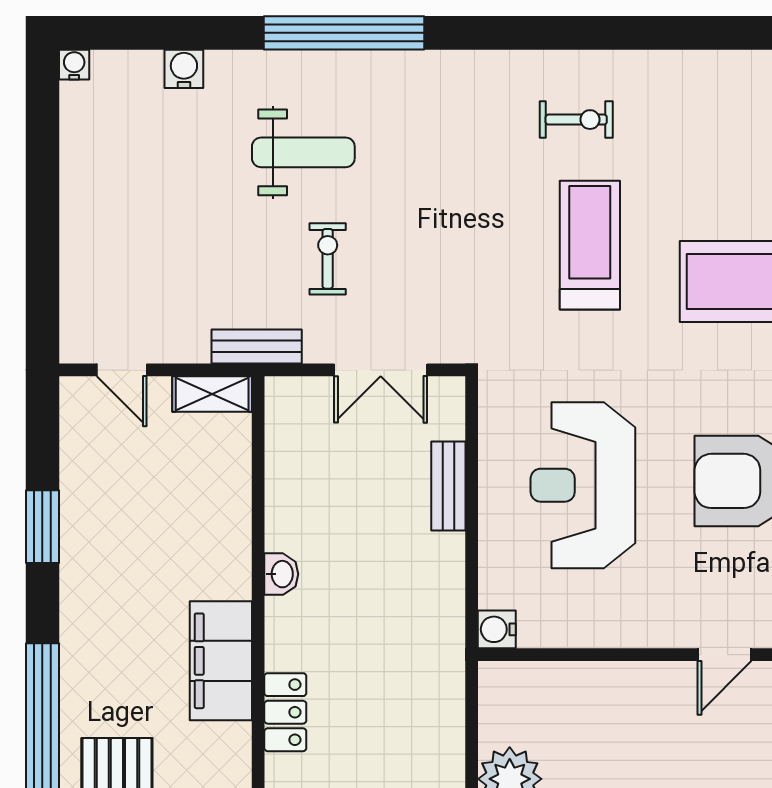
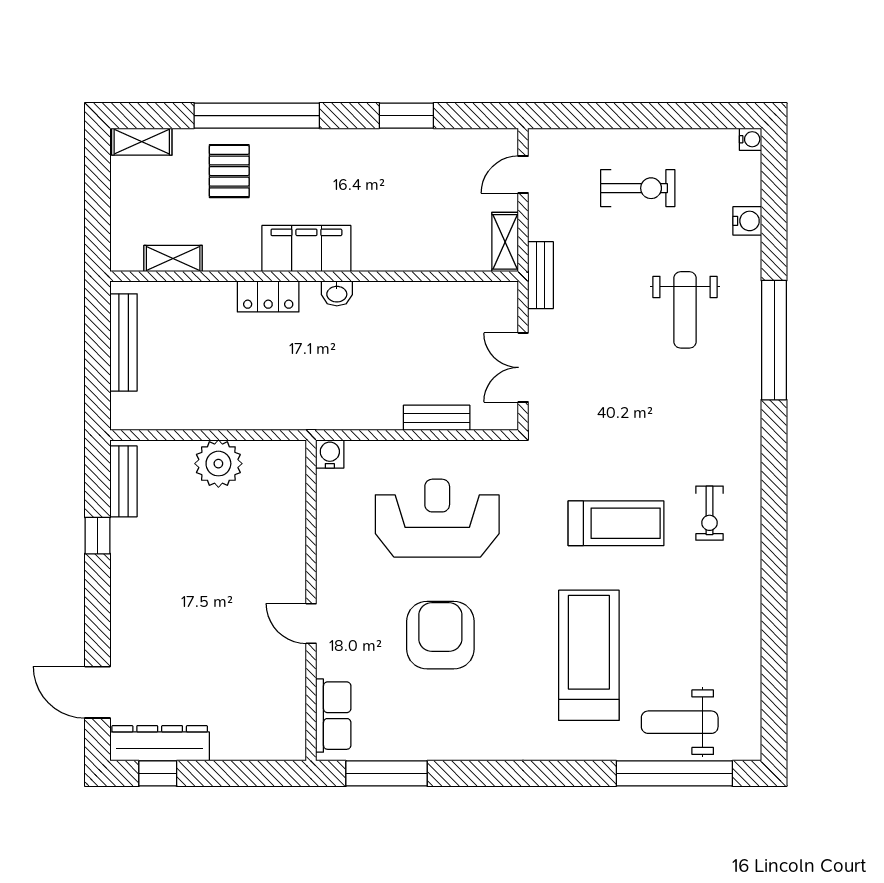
exercise bike: (328, 259) -> (638, 188), moved, width x1.38, depth x1.39
washbasin: (281, 574) -> (337, 293), moved

